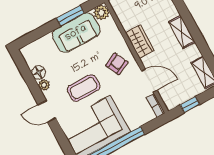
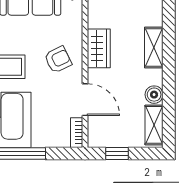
shelving: (182, 32) -> (154, 47), moved
boiler: (193, 52) -> (154, 95), added

